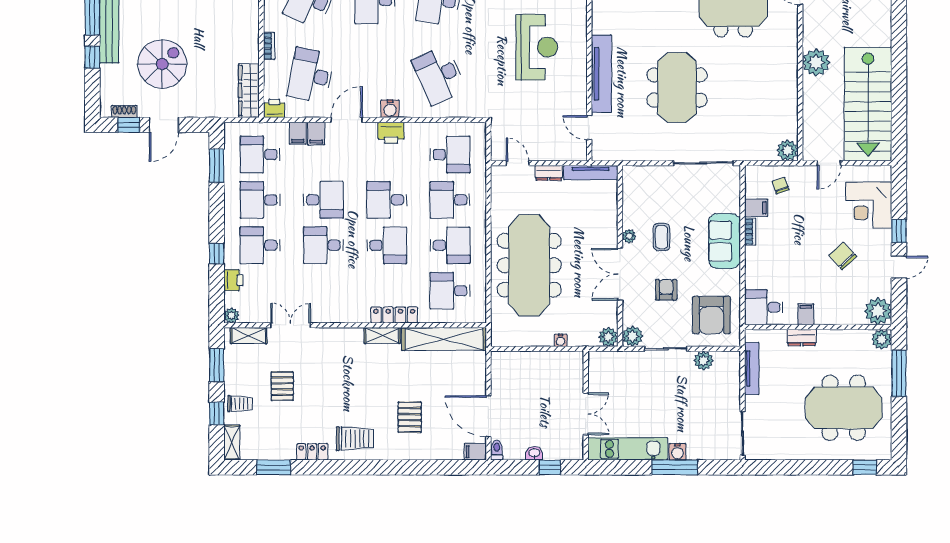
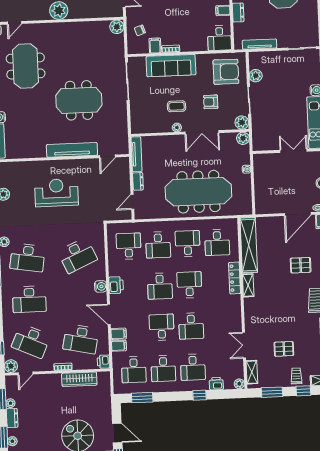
wardrobe: (249, 90) -> (79, 379), moved
sofa: (724, 241) -> (171, 66), width x1.36

